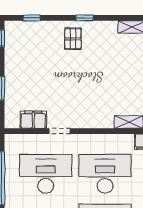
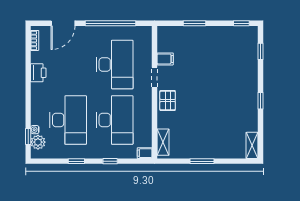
pallet: (73, 39) -> (168, 101), moved, turned 90
filing cabinet: (33, 120) -> (165, 59), width x0.50

